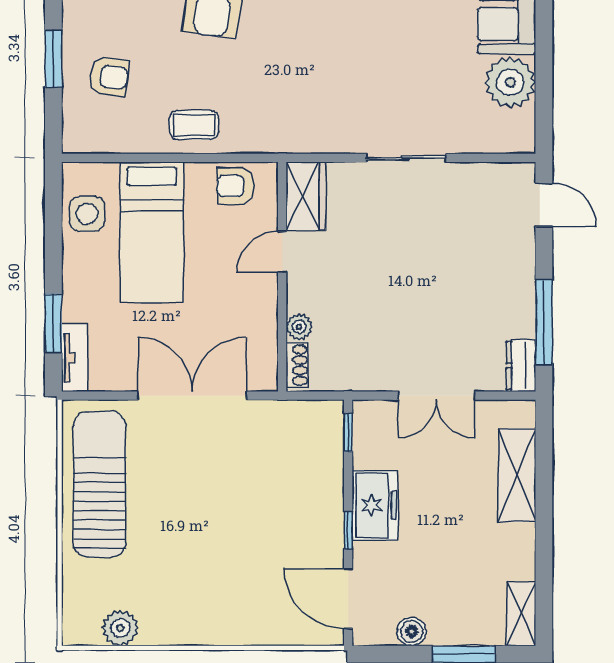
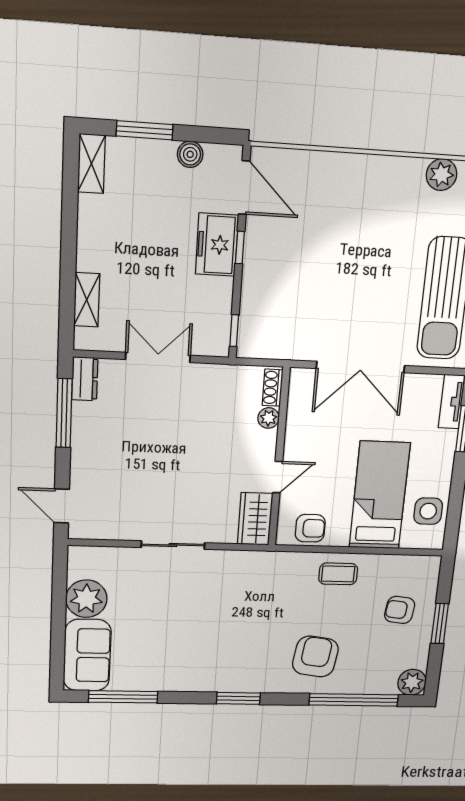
shelving: (517, 475) -> (87, 300), width x0.67, depth x0.75
freezer: (375, 505) -> (217, 245), moved

